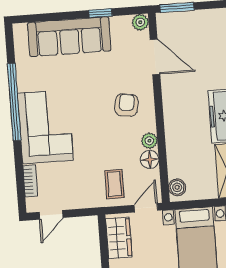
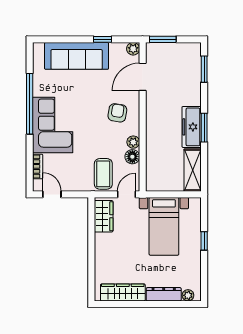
door: (155, 57) -> (143, 77), swing flipped
coffee table: (114, 184) -> (103, 174), width x1.36, depth x1.30
boiler: (177, 187) -> (152, 180), removed
door: (51, 215) -> (52, 194), swing flipped

